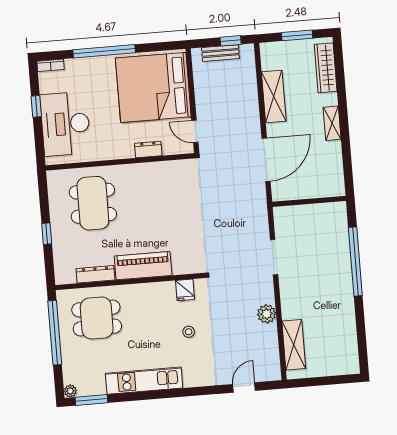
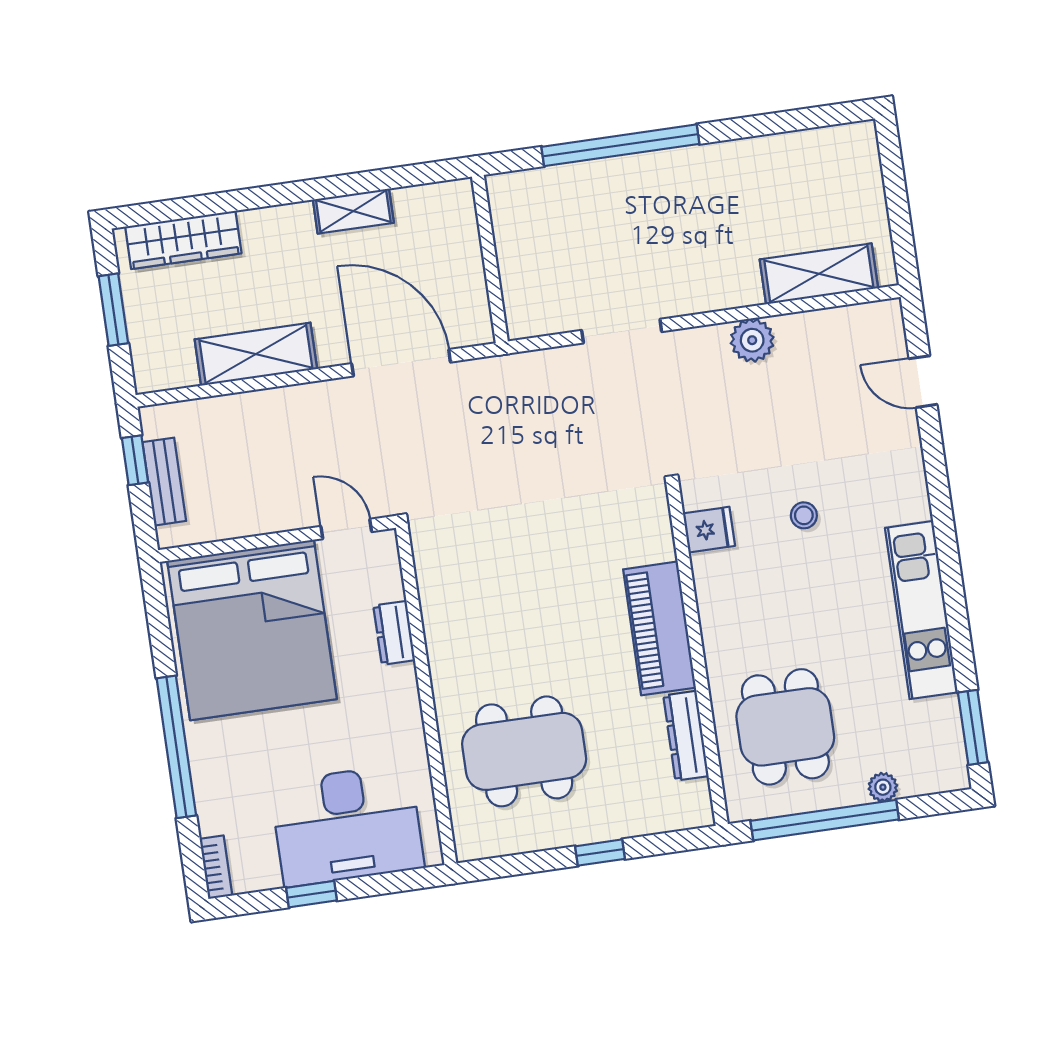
shelving: (332, 123) -> (353, 211), moved
door: (195, 131) -> (346, 529), swing flipped
plant: (70, 391) -> (883, 787), moved

